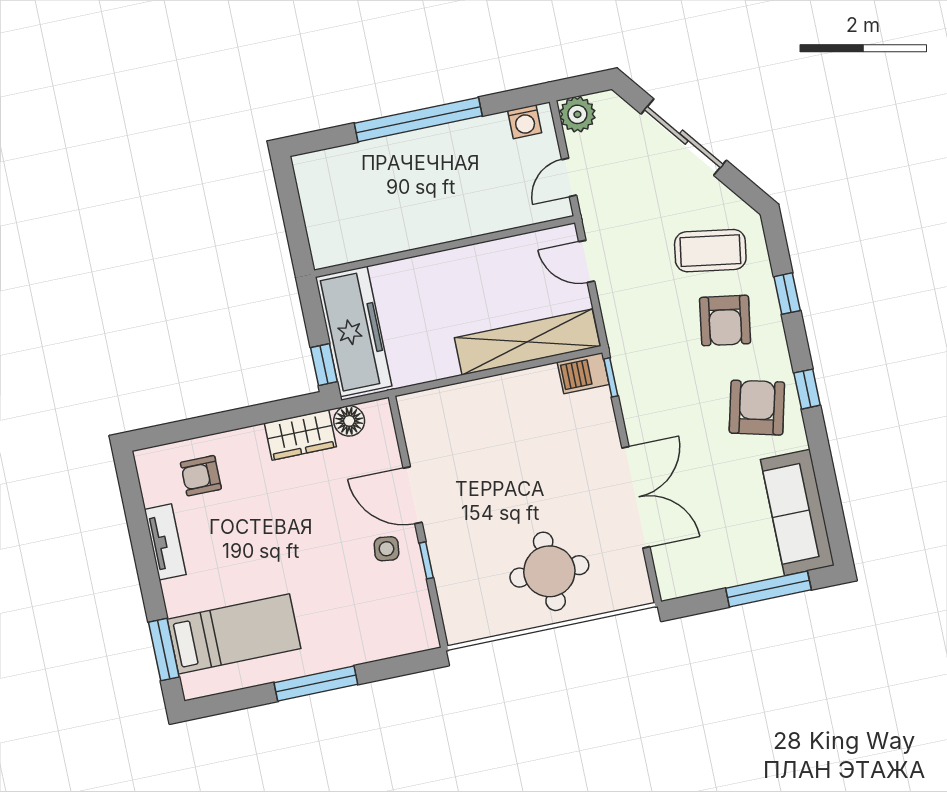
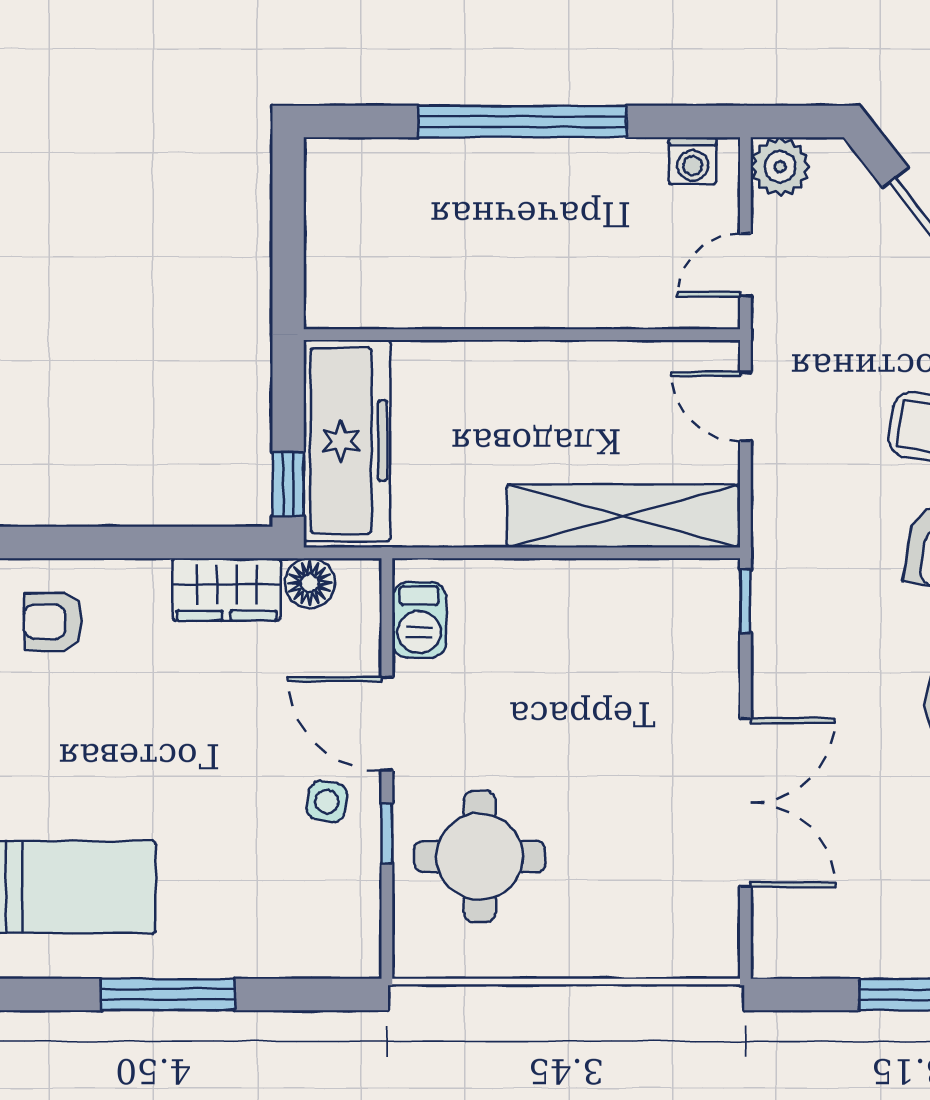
barbecue: (583, 373) -> (419, 620), moved, turned -90
round table: (549, 571) -> (480, 857), moved

